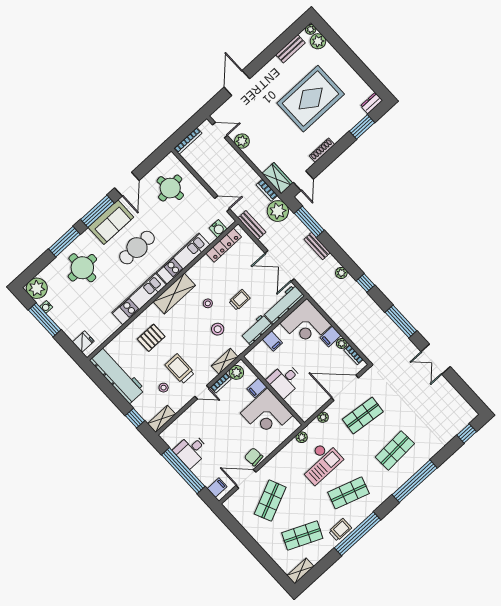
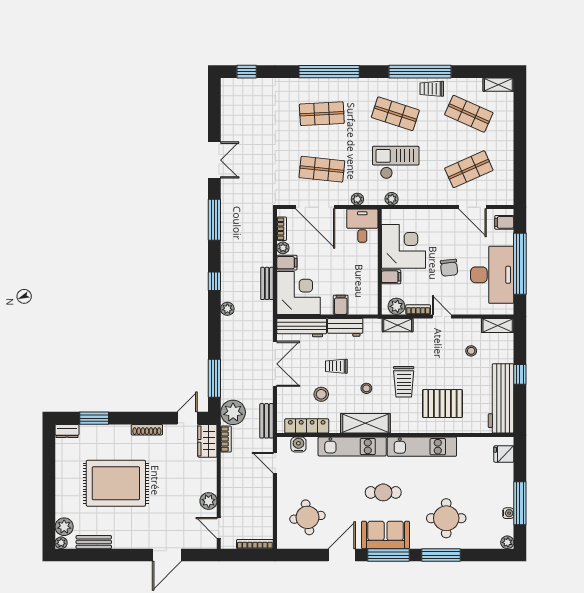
bench: (317, 246) -> (267, 283), moved
cafe table: (137, 248) -> (383, 492), width x0.73, depth x0.74
plant: (37, 288) -> (507, 542), width x0.53, depth x0.53
shelving: (174, 294) -> (365, 423), moved
stool: (218, 329) -> (321, 394), moved
pallet: (151, 338) -> (442, 404), width x1.50, depth x1.42
trolley: (180, 369) -> (404, 382), moved
desk: (285, 380) -> (362, 226), moved, turned -90
window: (135, 418) -> (520, 374), moved
desk: (191, 451) -> (492, 275), width x1.87, depth x1.30
chair: (254, 457) -> (449, 268), moved

